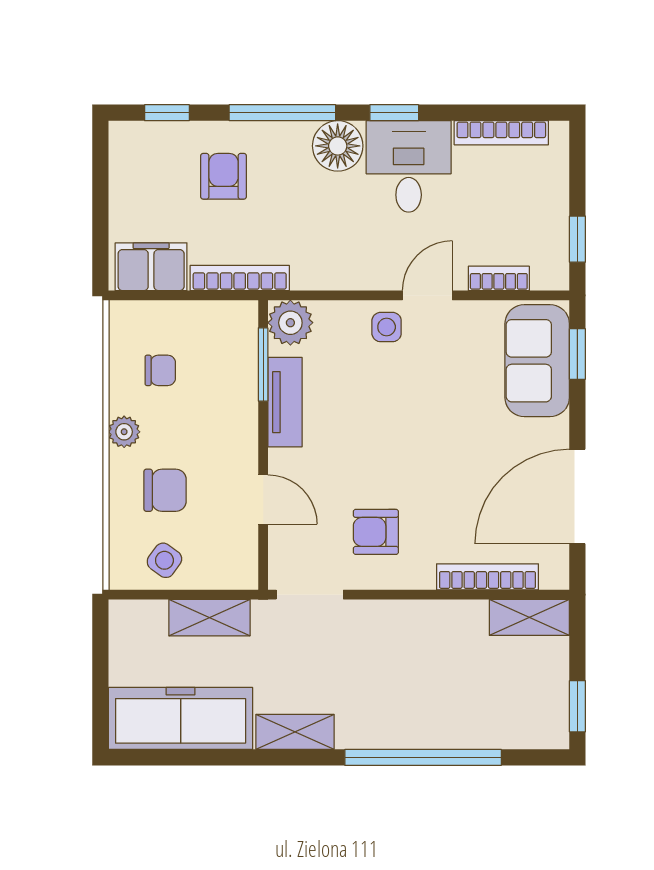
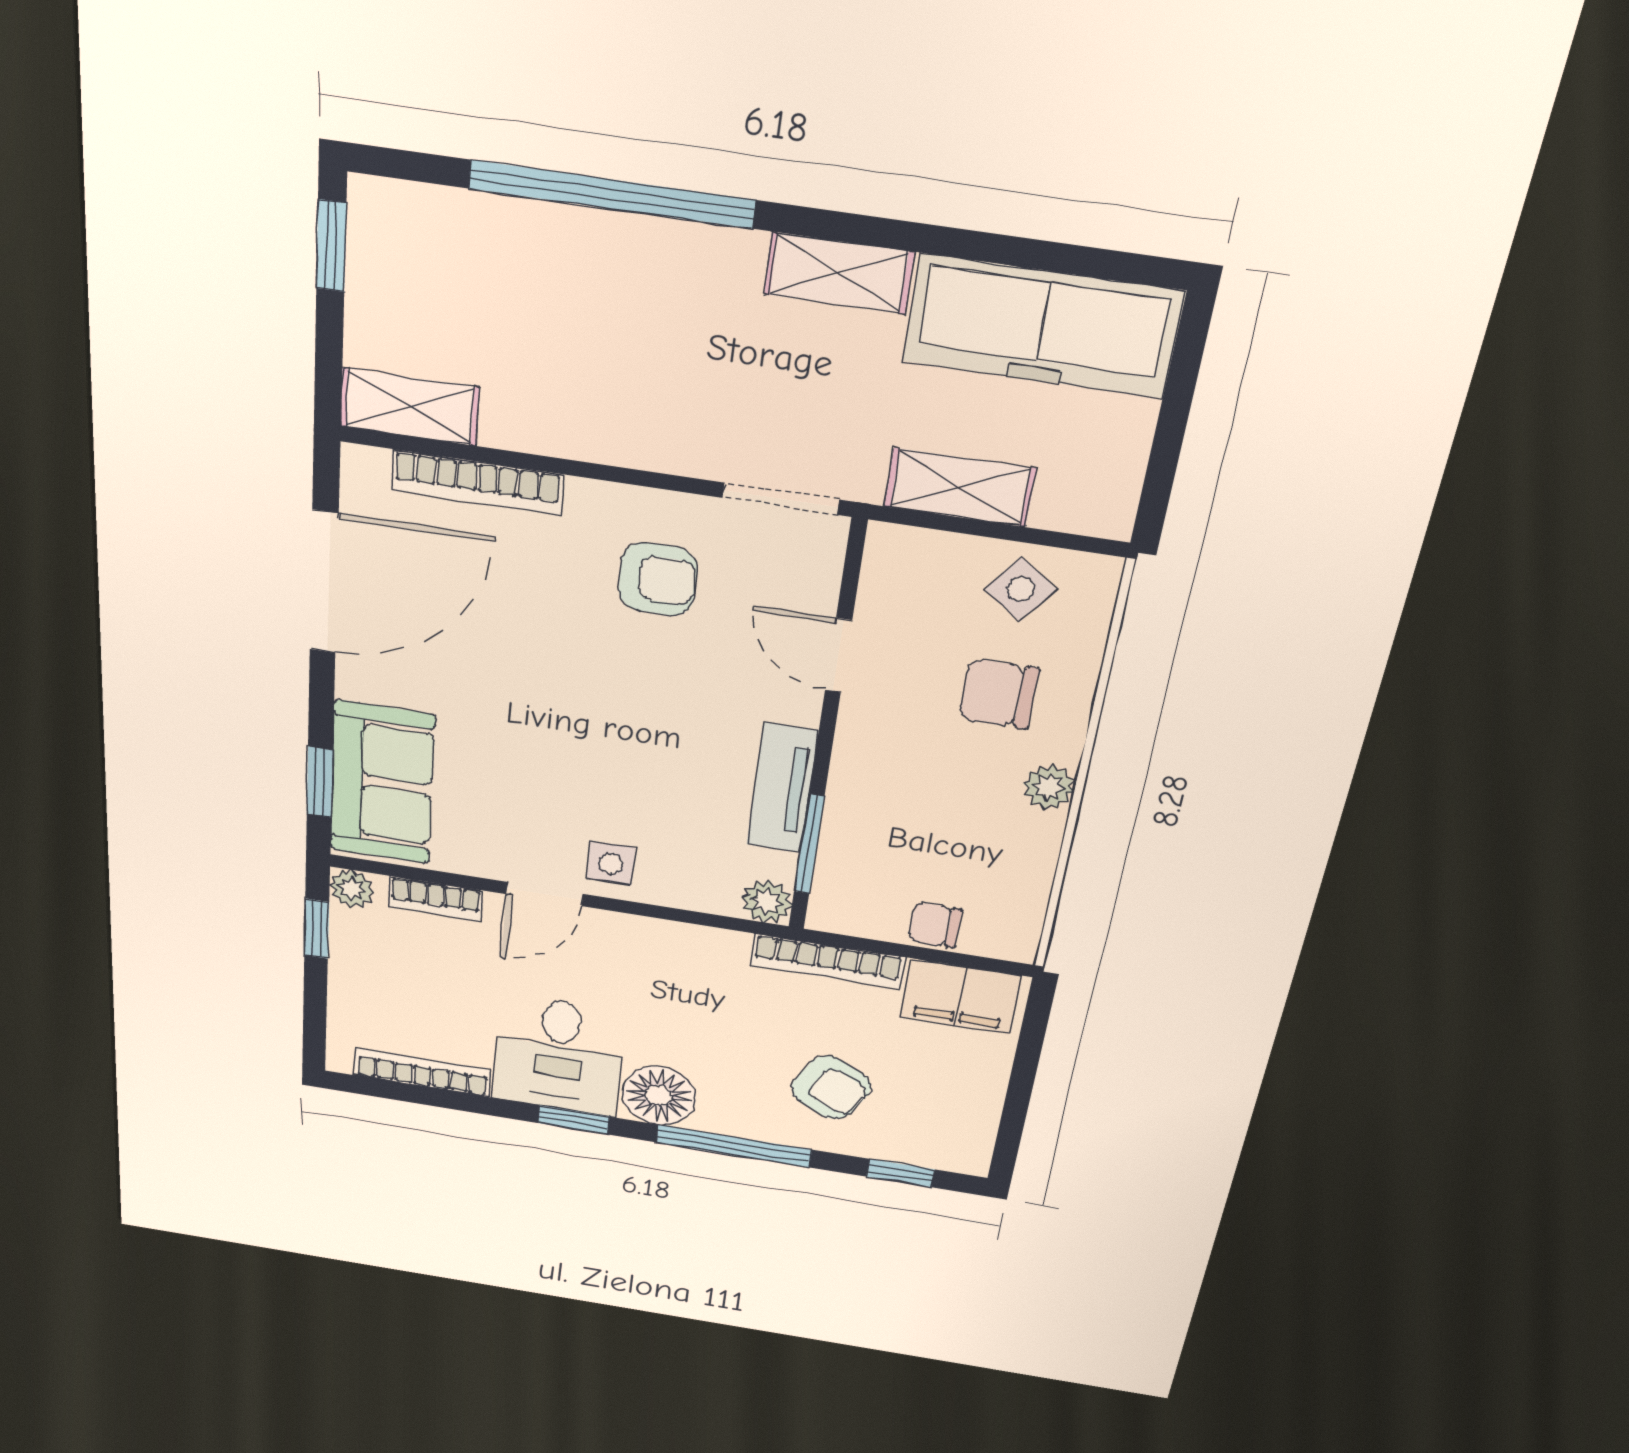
armchair: (224, 176) -> (831, 1087), turned -62
plant: (555, 276) -> (352, 889), added
plant: (290, 323) -> (767, 901), width x0.73, depth x0.73
chair: (160, 370) -> (935, 925), moved

